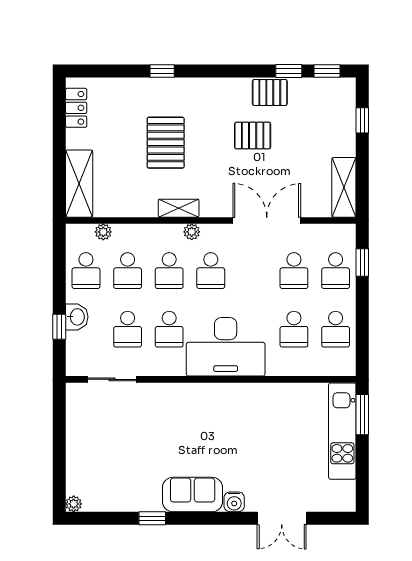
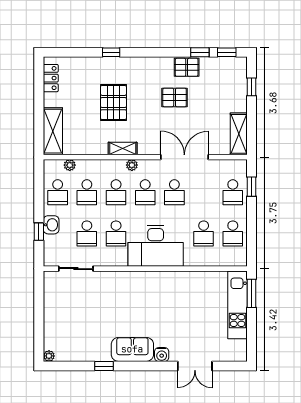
school desk: (294, 271) -> (174, 192), moved

